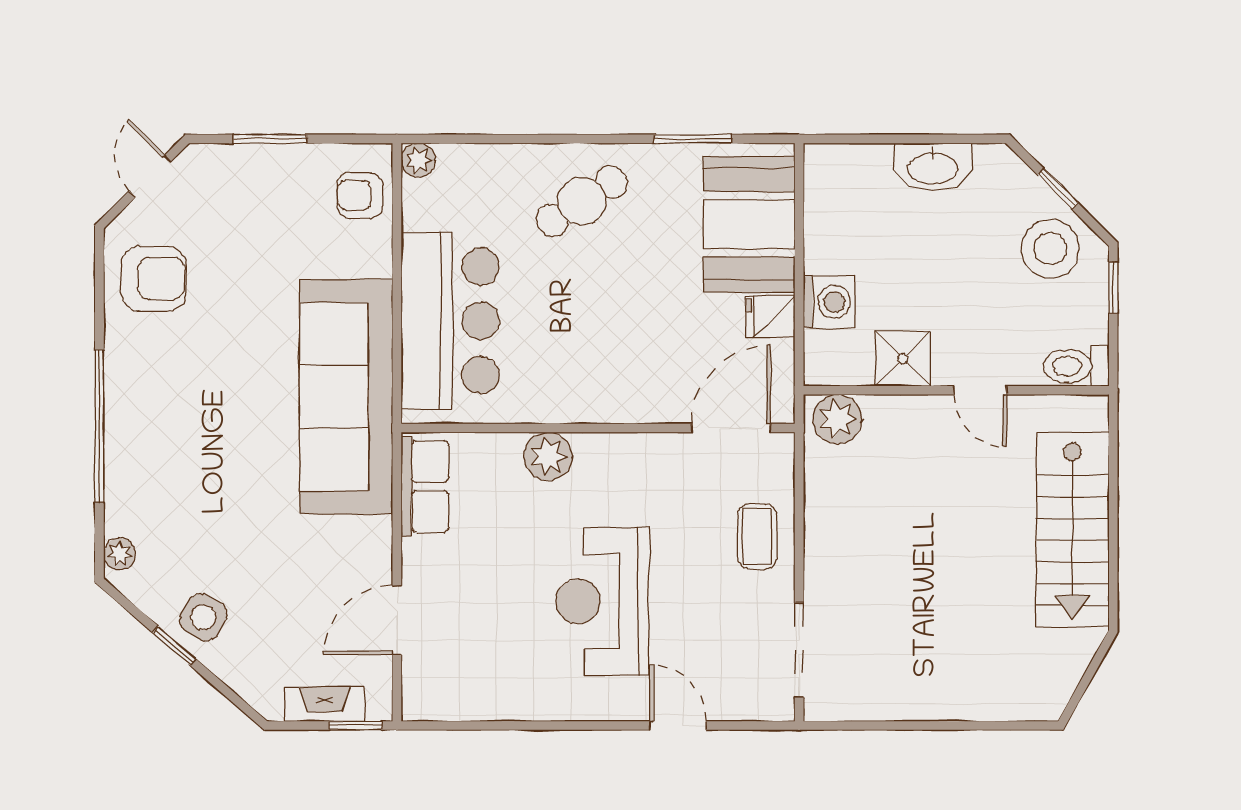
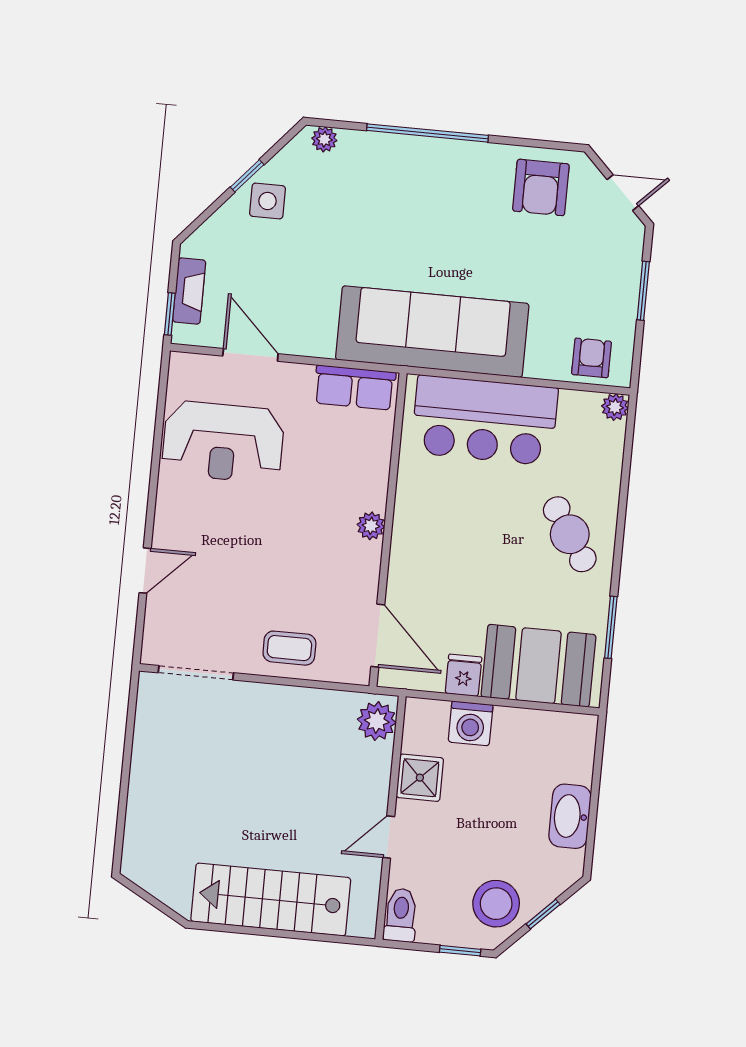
plant: (548, 456) -> (371, 526), moved, width x0.73, depth x0.73
reception desk: (602, 601) -> (223, 442), moved, turned 180
side table: (203, 617) -> (267, 201), turned -30

